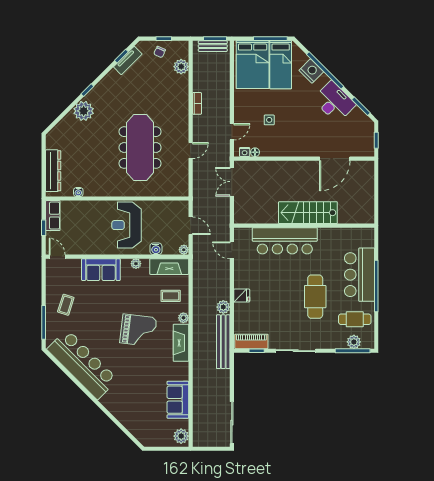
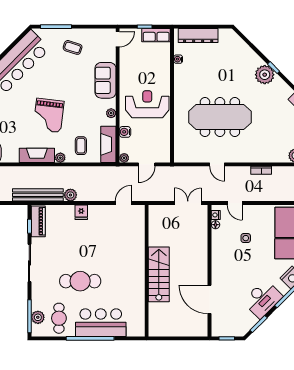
plant: (84, 111) -> (265, 75), moved
bar counter: (285, 241) -> (132, 253), removed

